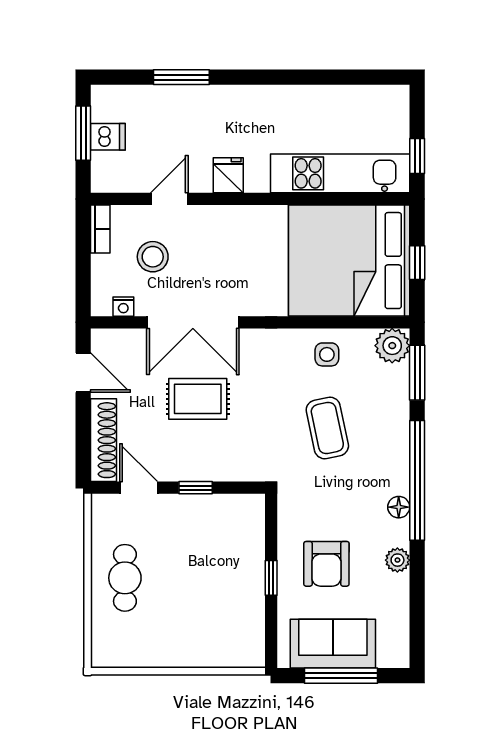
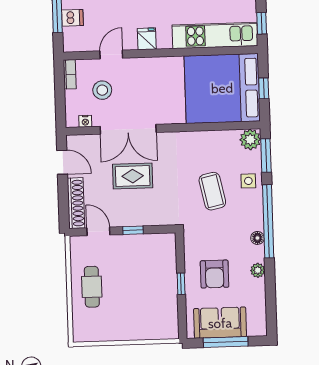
side table: (327, 354) -> (248, 181), moved

